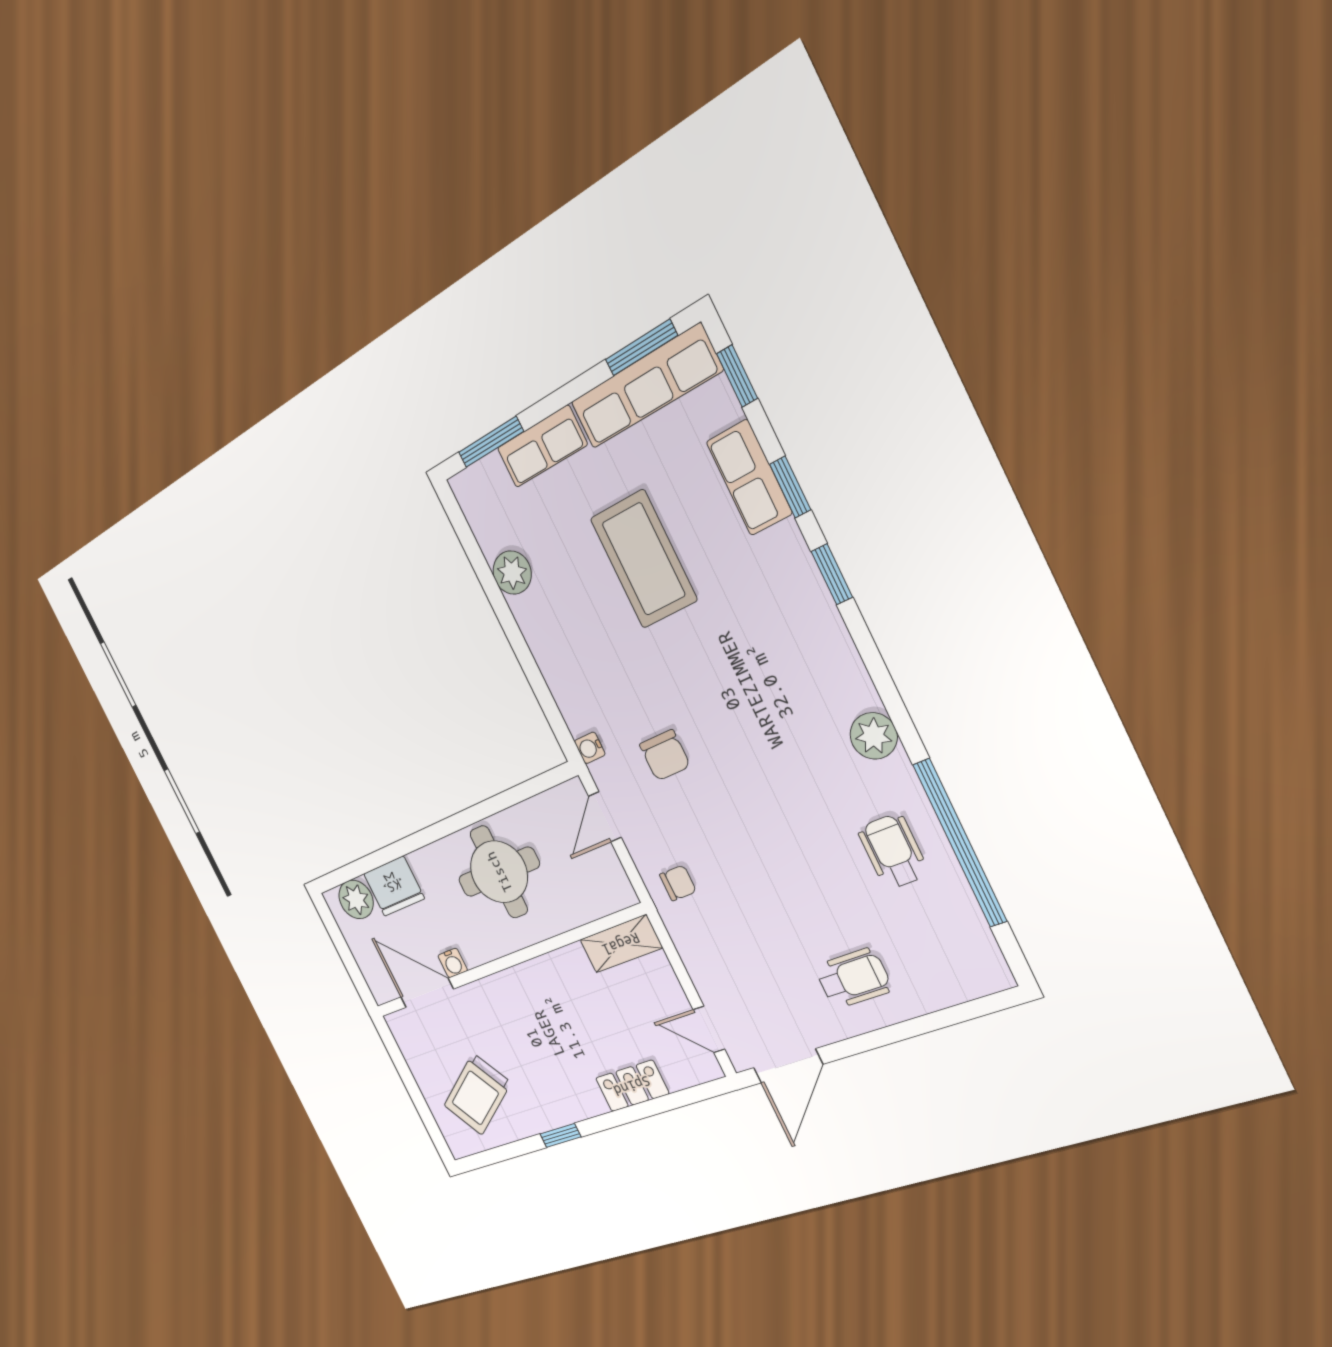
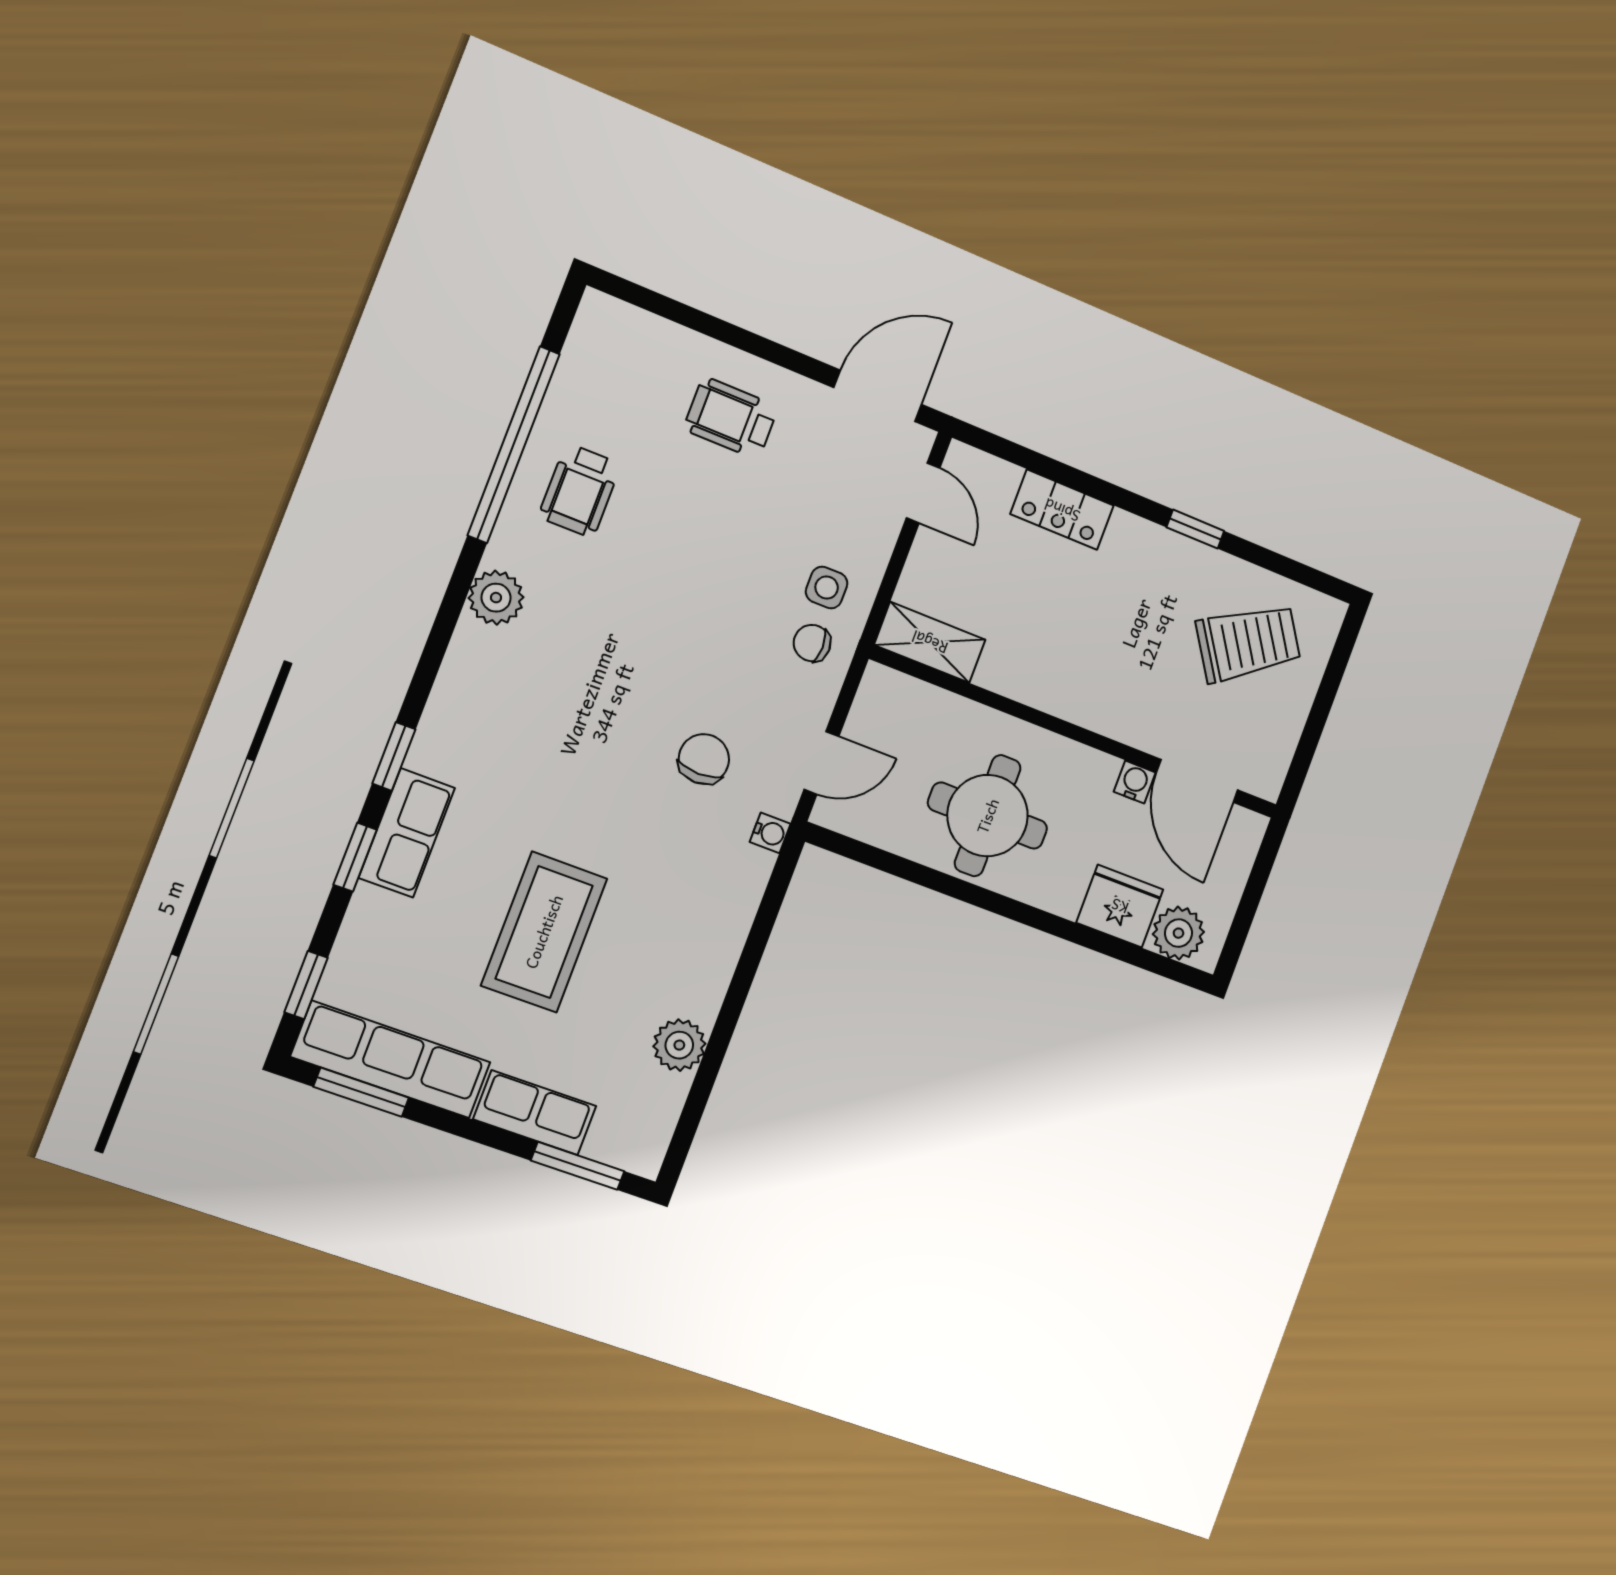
row of seats: (749, 478) -> (407, 833), moved
side table: (703, 924) -> (827, 588), added

